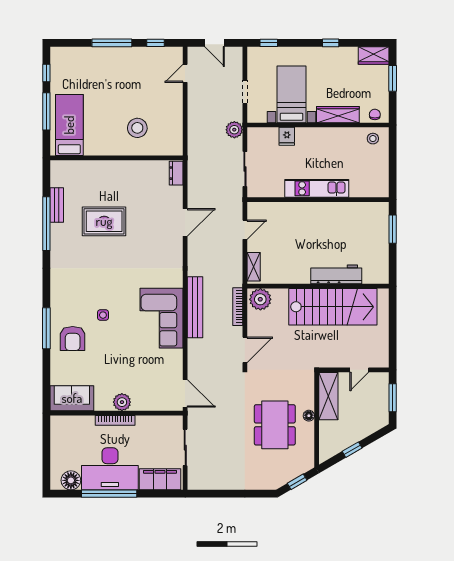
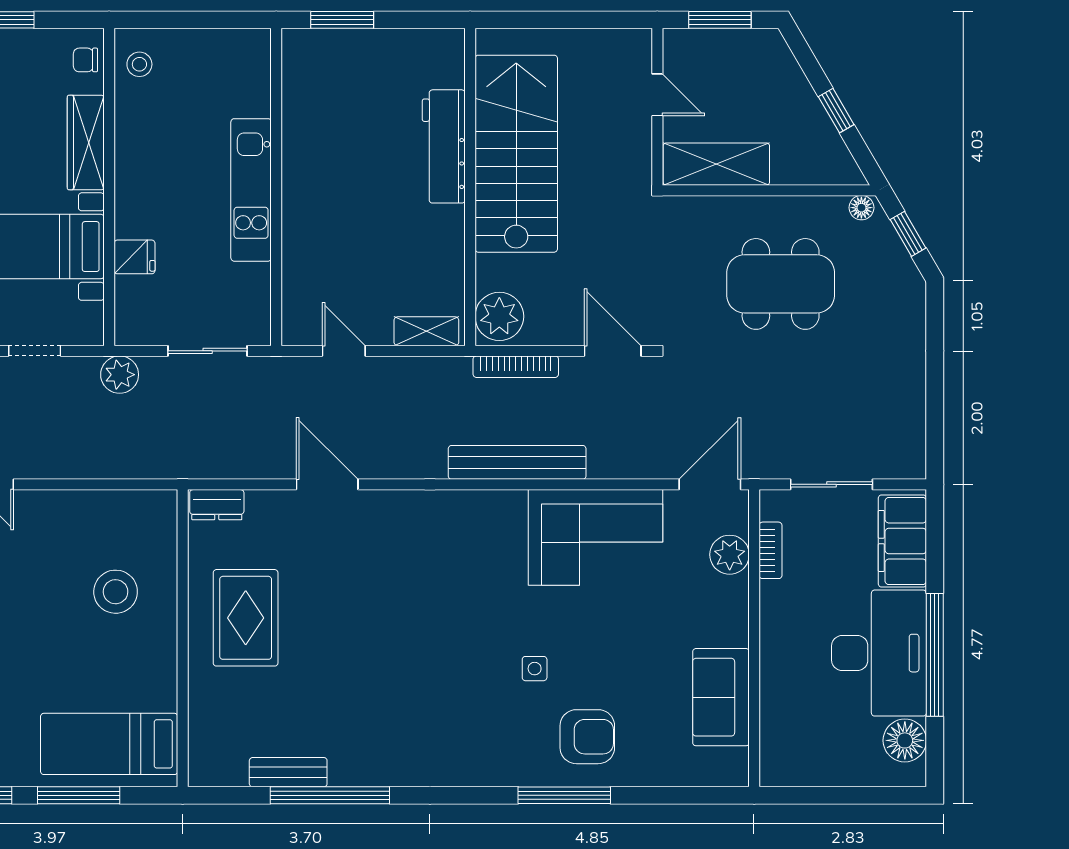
rug: (104, 221) -> (246, 618), moved
corner sofa: (162, 318) -> (595, 537), moved
sofa: (72, 398) -> (721, 697), moved
plant: (122, 402) -> (730, 555), moved
floor lamp: (309, 416) -> (861, 208), moved
bookcase: (115, 420) -> (771, 550), moved, width x0.64

